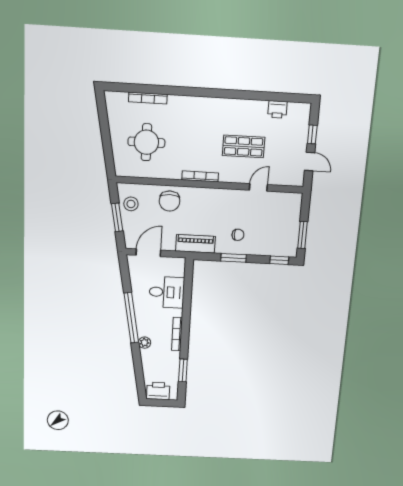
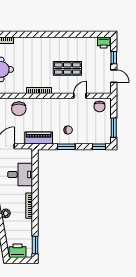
printer: (277, 109) -> (104, 43), moved
chair: (285, 204) -> (100, 107), added
window: (183, 370) -> (35, 245), moved

